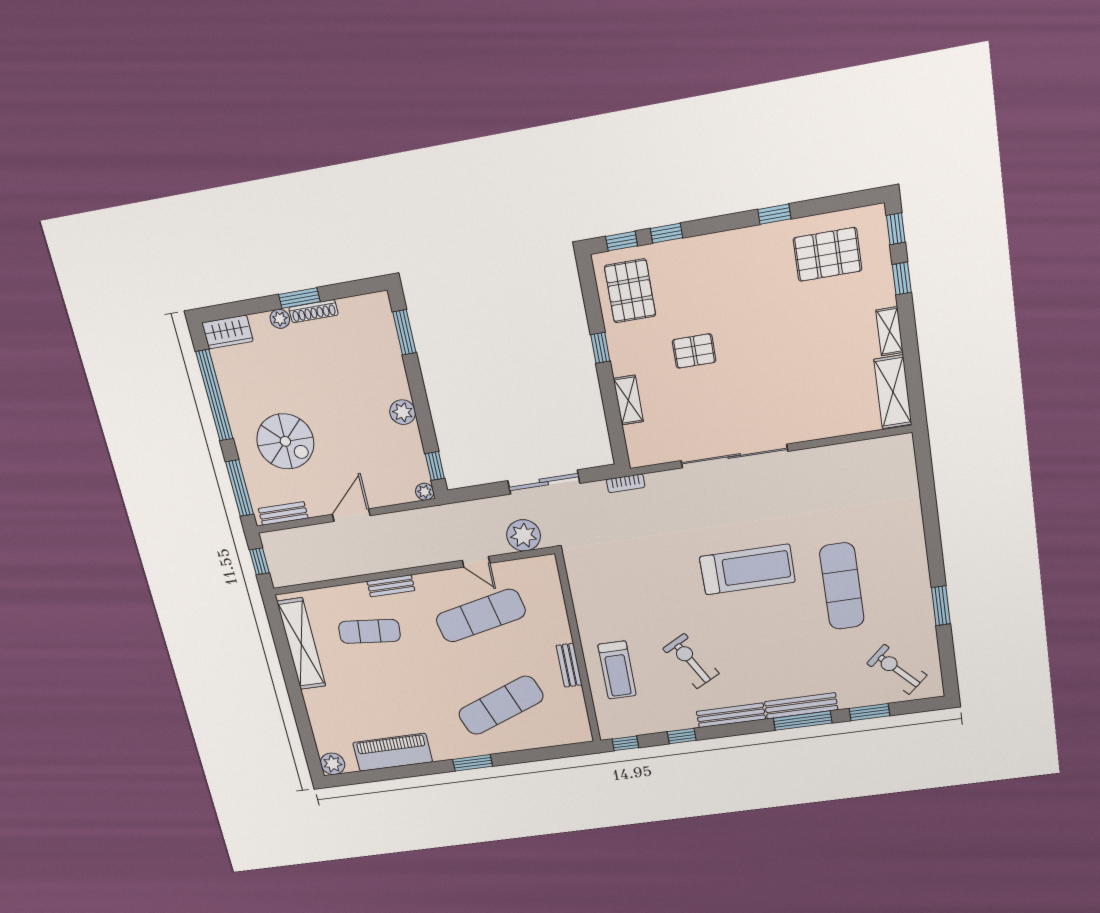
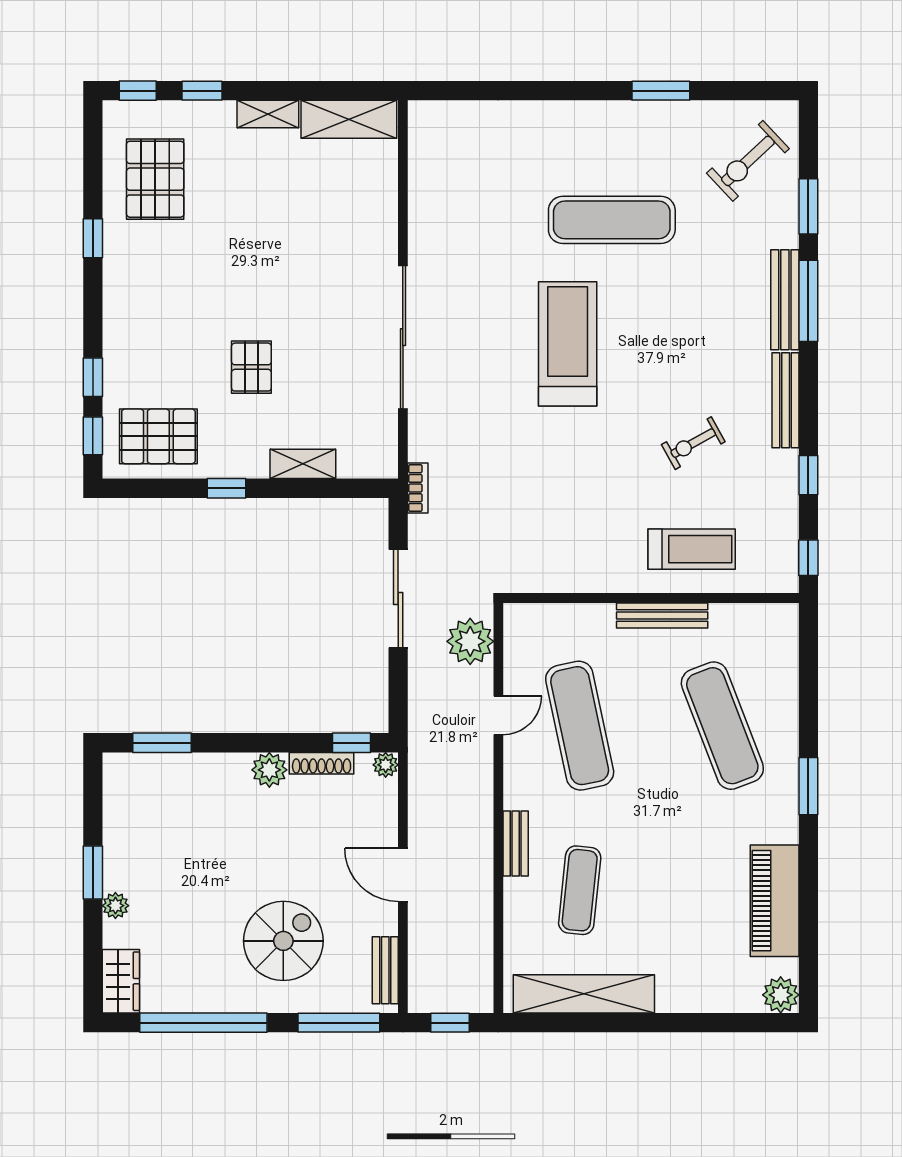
shoe rack: (313, 311) -> (322, 763), moved, turned 90
exercise bike: (691, 661) -> (693, 443), width x0.73, depth x0.72
bench: (569, 665) -> (662, 616), width x1.36

